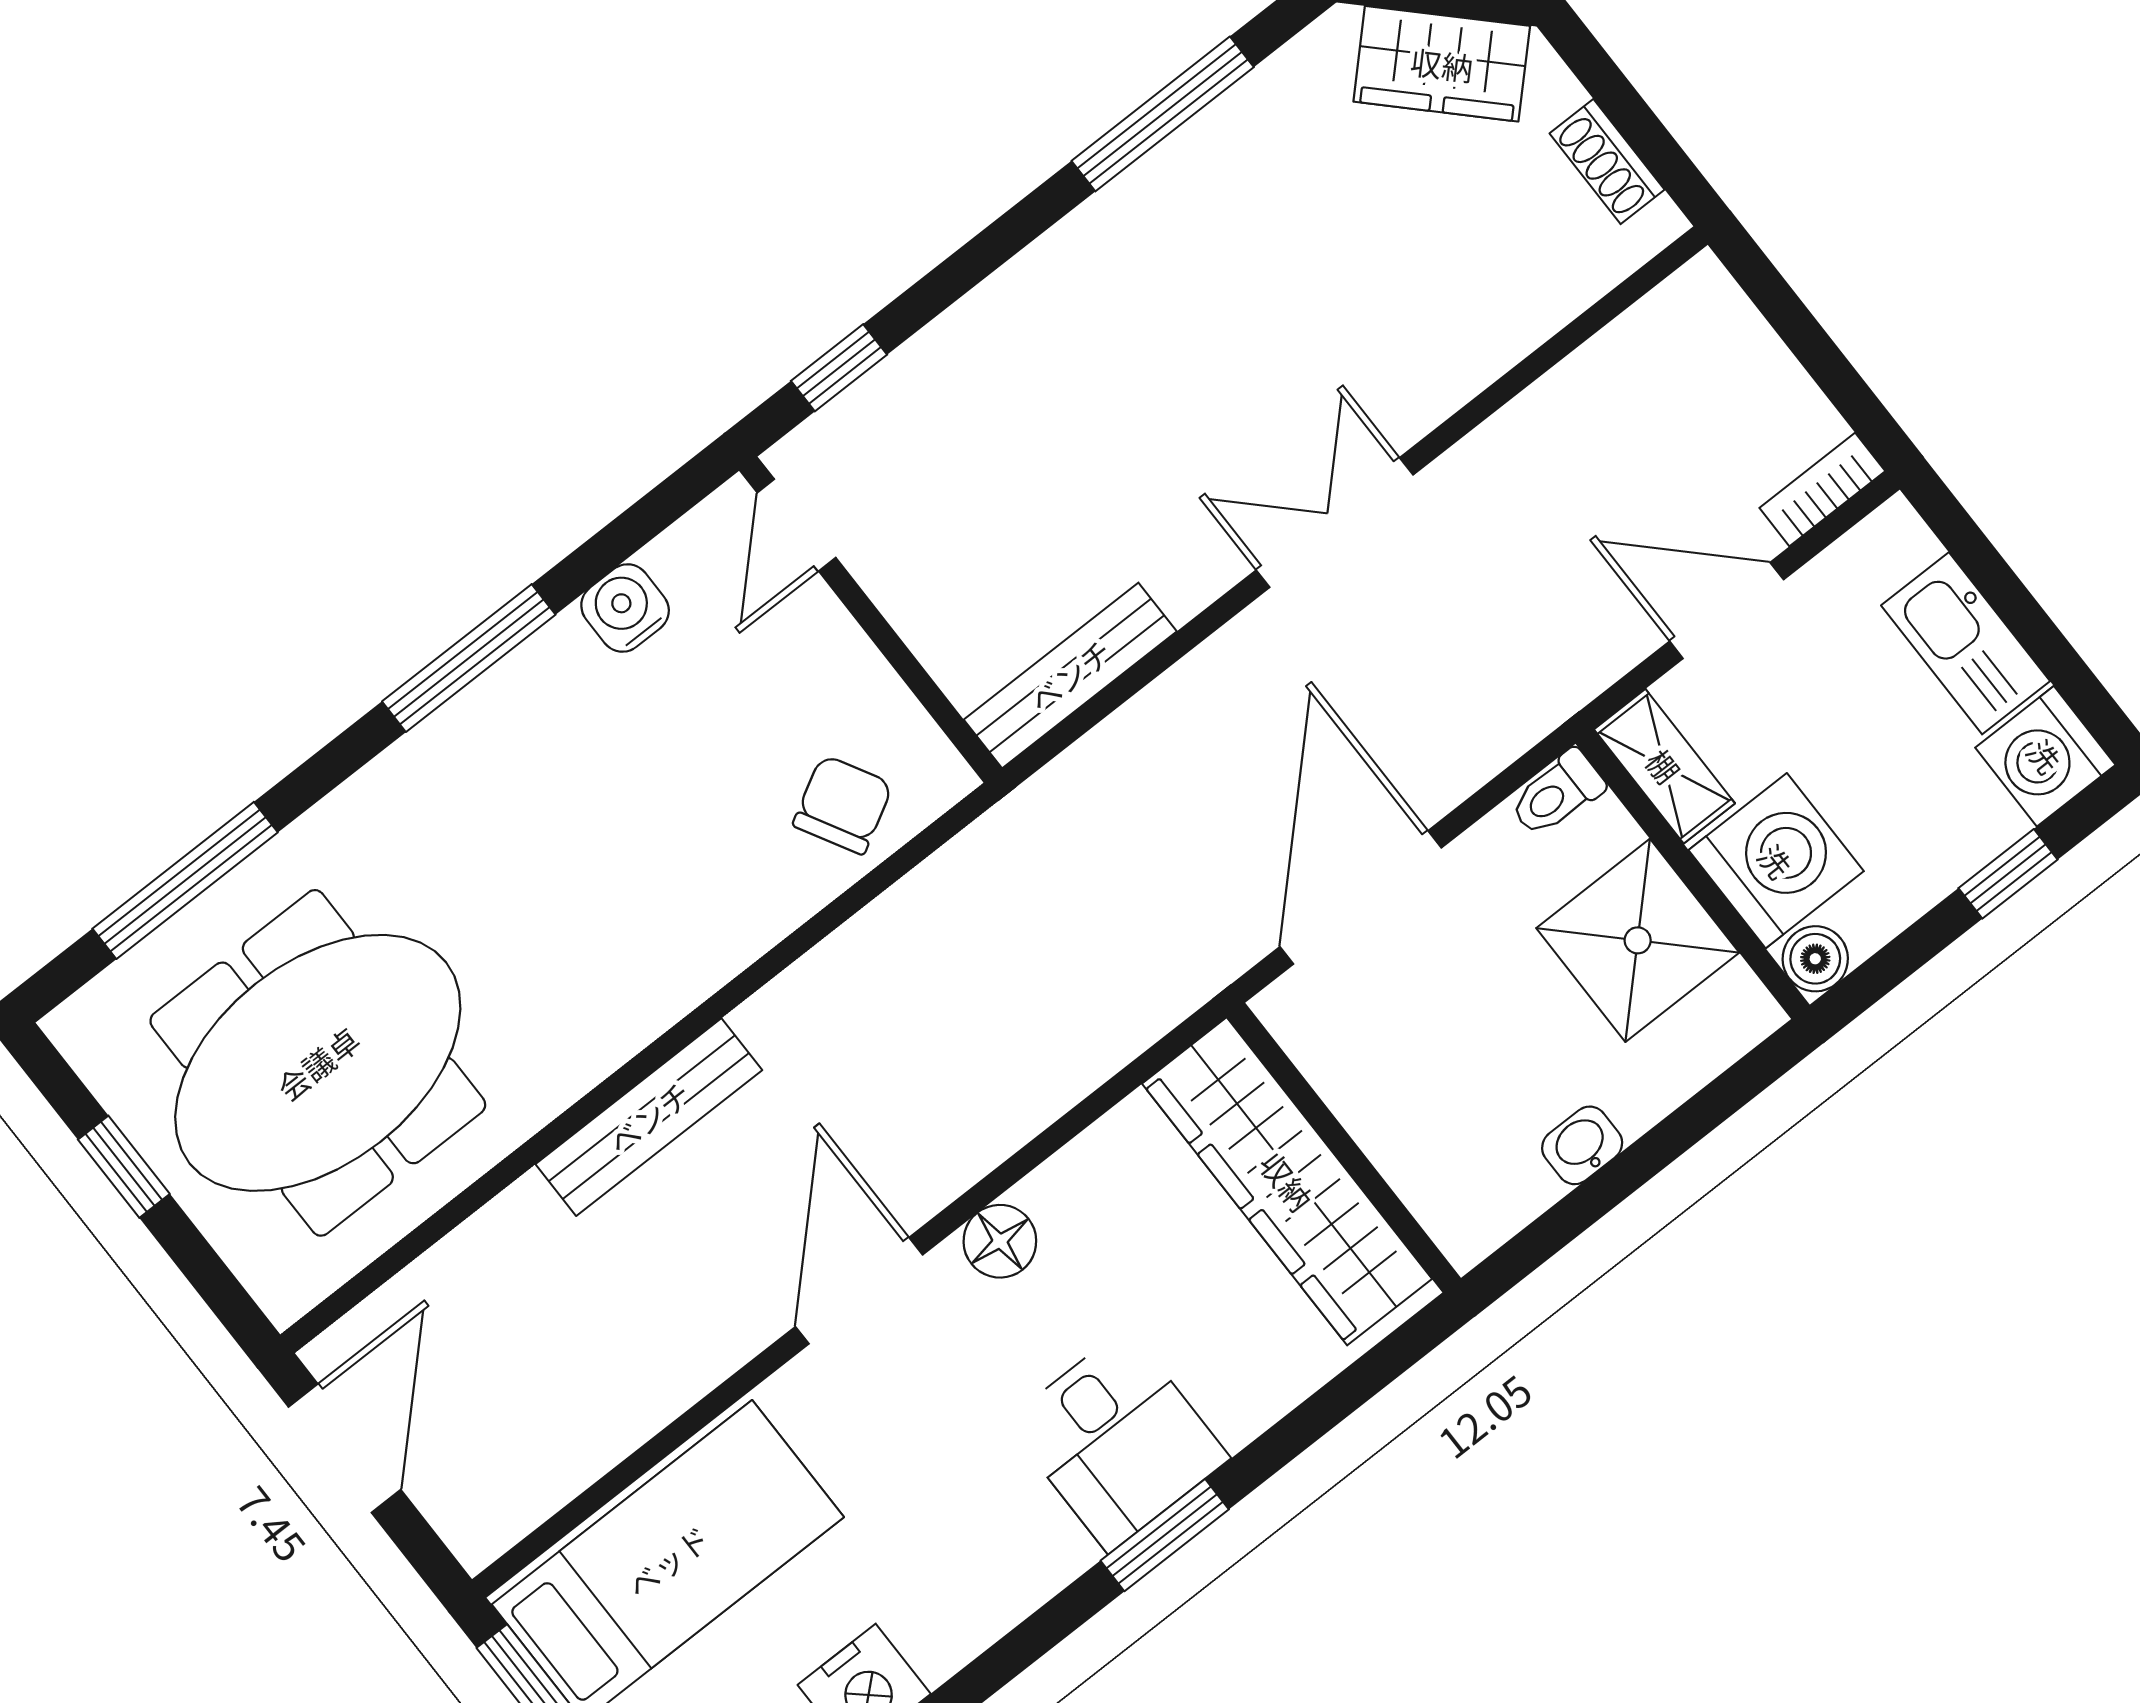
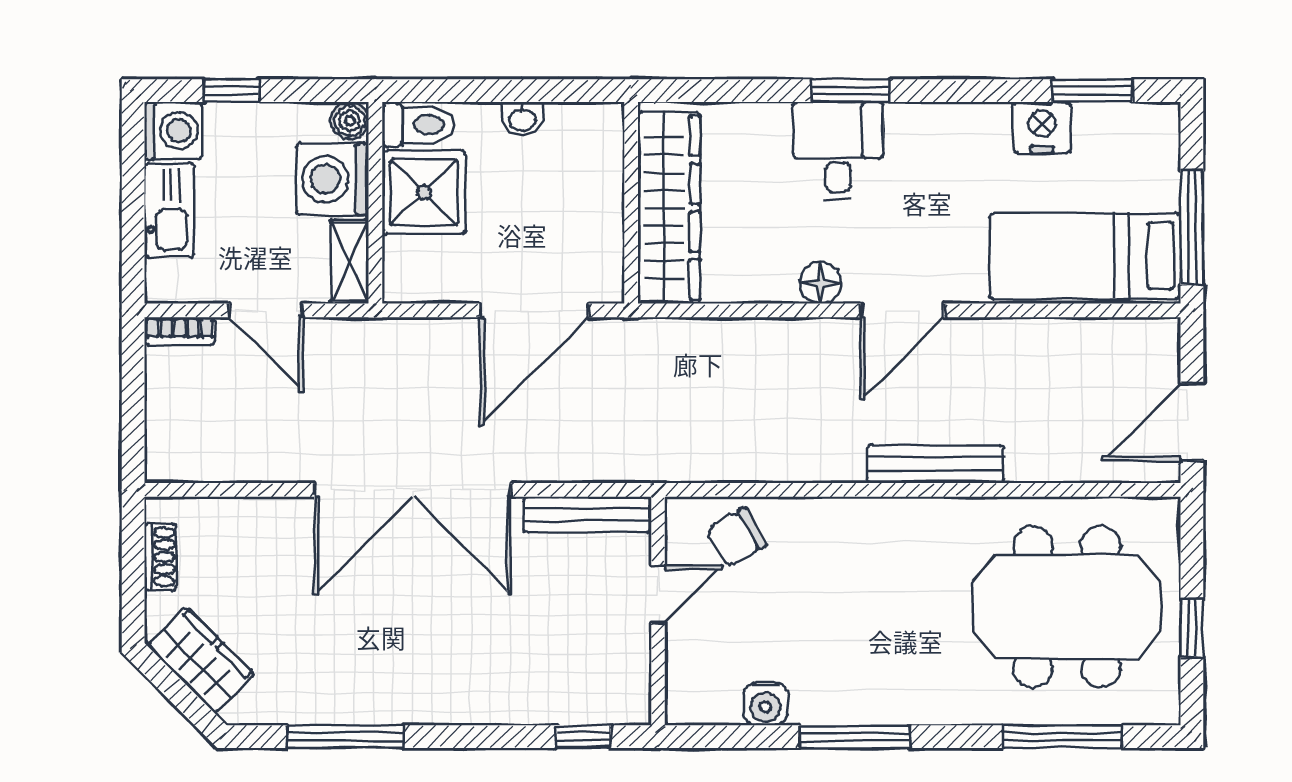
double door: (1335, 522) -> (413, 490), width x1.87
door: (796, 525) -> (658, 594), moved
toilet: (1557, 794) -> (418, 125), moved, width x1.37, depth x1.39

